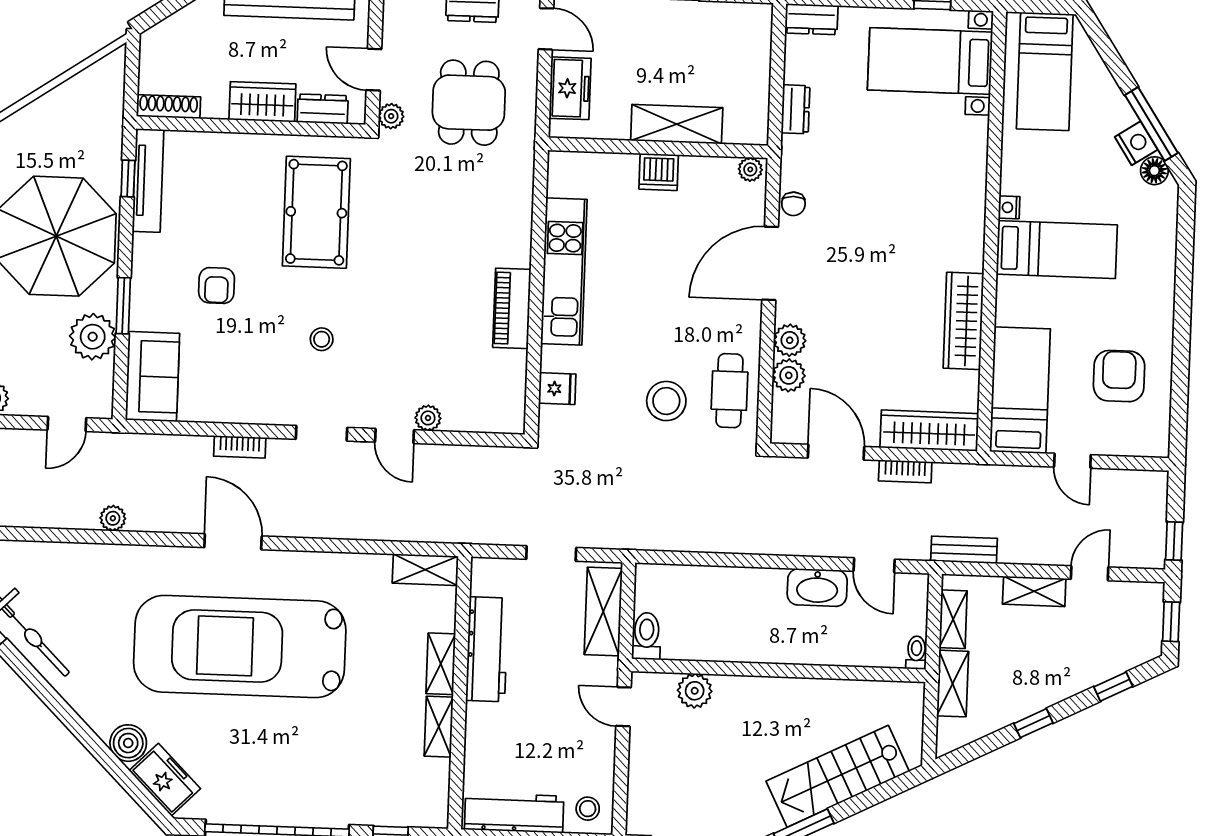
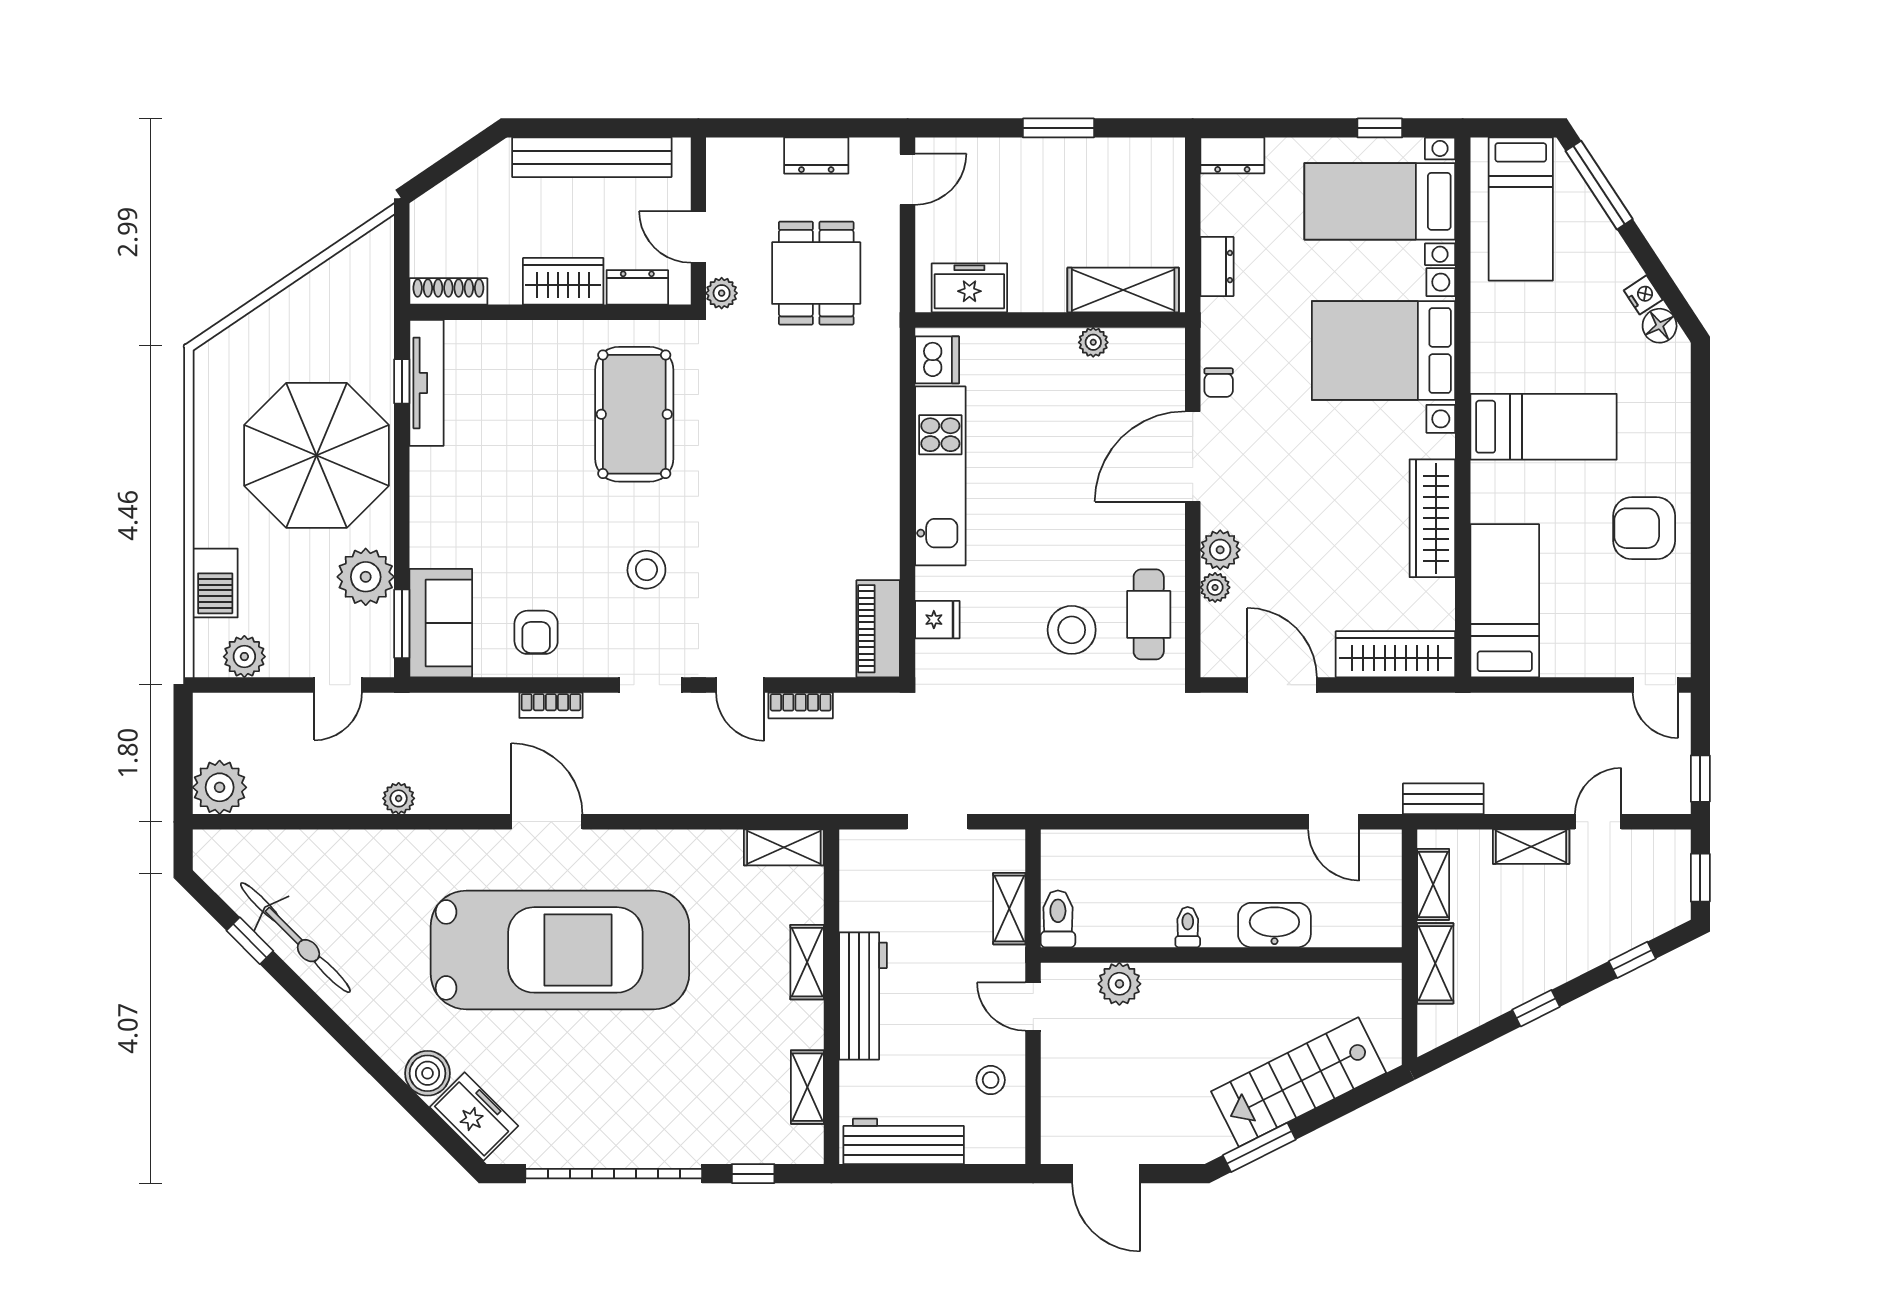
door: (546, 29) -> (908, 179), hinge flipped
freezer: (570, 88) -> (969, 288), moved, turned -90
shelving: (677, 124) -> (1123, 290), moved
window: (1151, 124) -> (1599, 185), moved
nightstand: (1136, 143) -> (1643, 295), width x0.72, depth x0.74
plant: (750, 169) -> (1093, 342), moved
dishwasher: (659, 172) -> (937, 360), moved, turned -90
bed with nightstands: (929, 183) -> (1383, 350), added
nightstand: (1009, 207) -> (1483, 377), removed
armchair: (217, 285) -> (536, 632), moved
window: (123, 306) -> (402, 624), moved
piano: (512, 308) -> (878, 629), moved
stool: (322, 339) -> (646, 570), width x1.37, depth x1.37
plant: (789, 375) -> (1215, 587), width x0.73, depth x0.73
armchair: (1119, 376) -> (1644, 528), moved, turned -90
plant: (428, 418) -> (780, 661), removed
door: (1072, 461) -> (1655, 685), moved
bookcase: (905, 471) -> (801, 705), moved
washbasin: (817, 588) -> (1274, 925), moved, turned 180
shelving: (603, 611) -> (1009, 909), width x0.67, depth x0.75
car: (240, 647) -> (560, 950), turned 180
workbench: (487, 649) -> (863, 996), moved
toilet: (916, 653) -> (1188, 927), moved
shelving: (439, 727) -> (807, 1087), moved
stool: (588, 809) -> (991, 1080), moved

